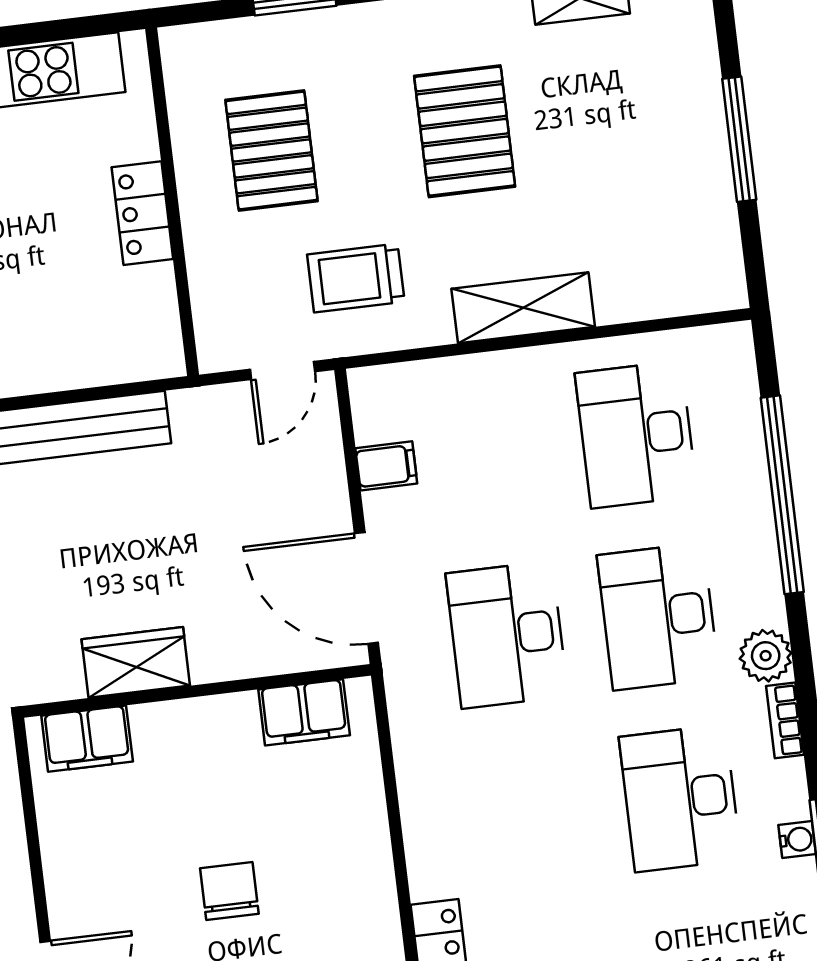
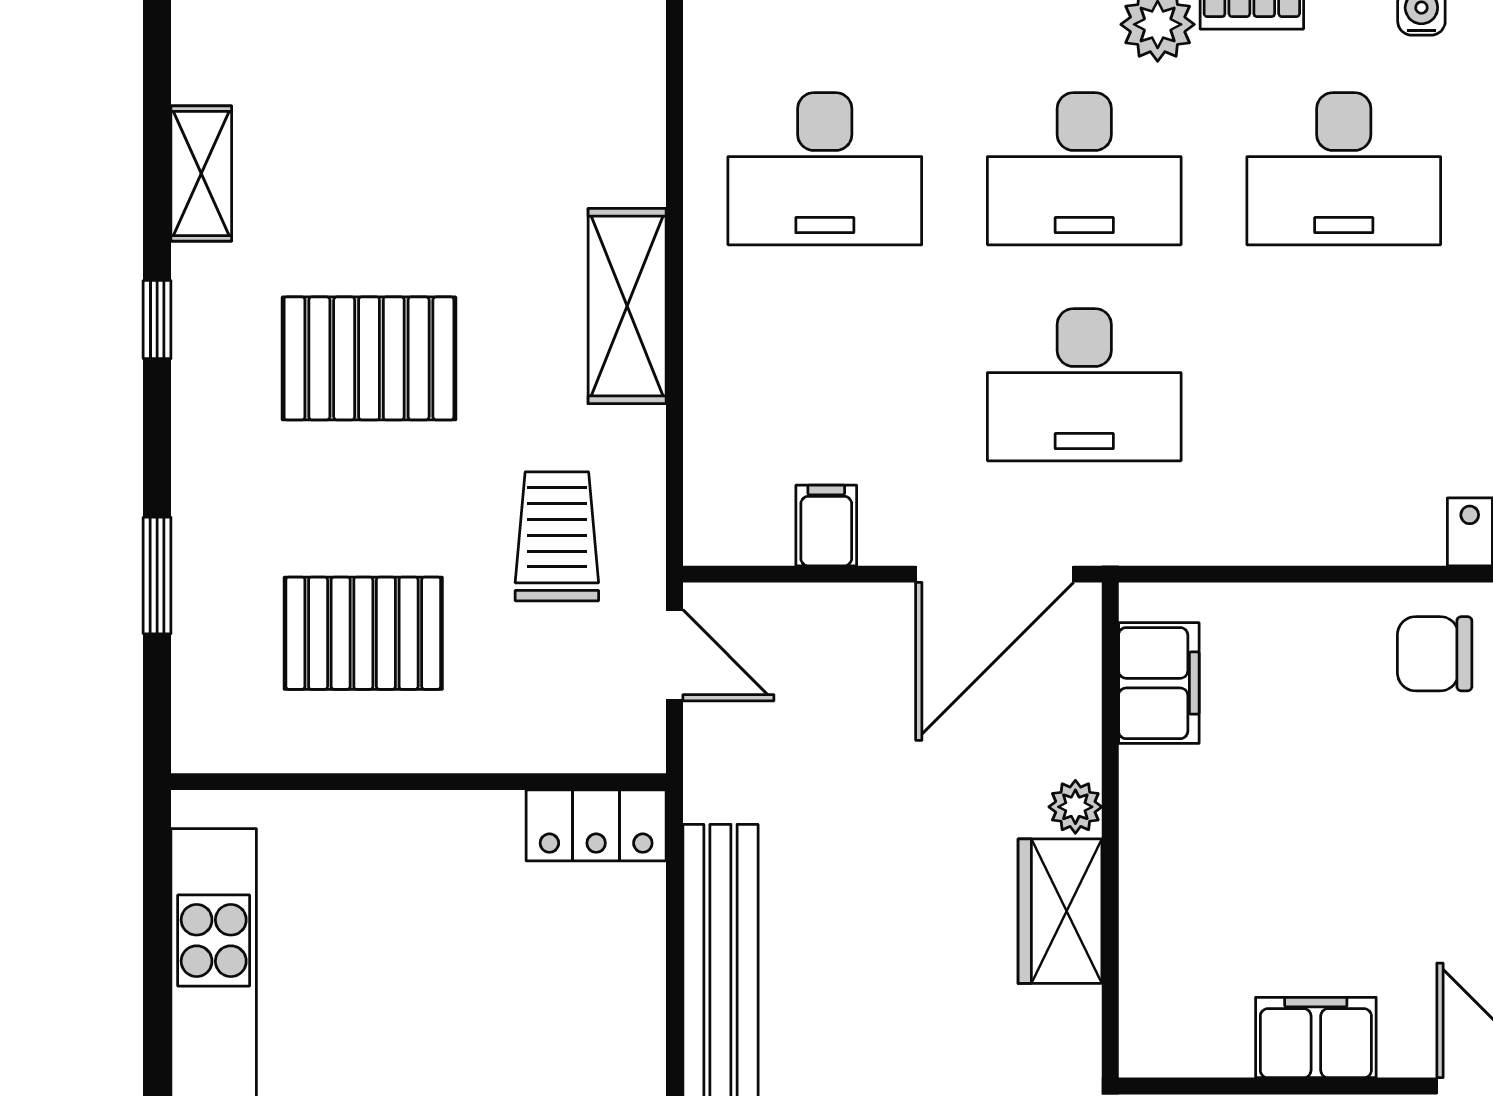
locker: (142, 213) -> (596, 825), moved
trolley: (356, 278) -> (557, 536), turned 180
plant: (210, 664) -> (1075, 807), added
filing cabinet: (87, 739) -> (1316, 1038), moved, turned -90
chair: (229, 891) -> (1435, 654), moved

